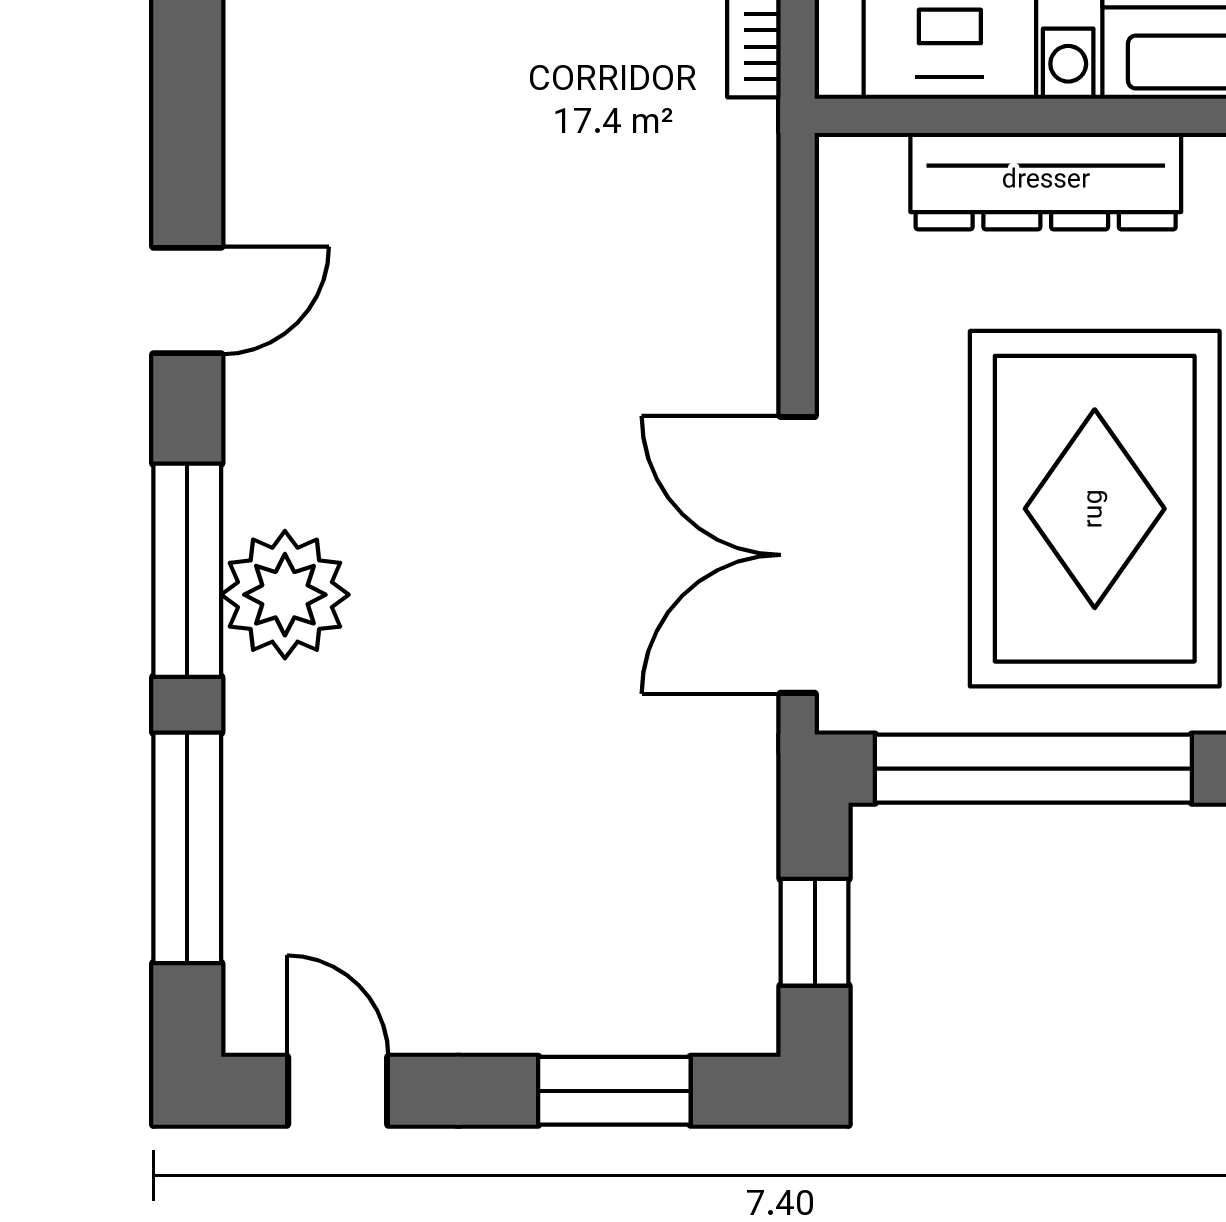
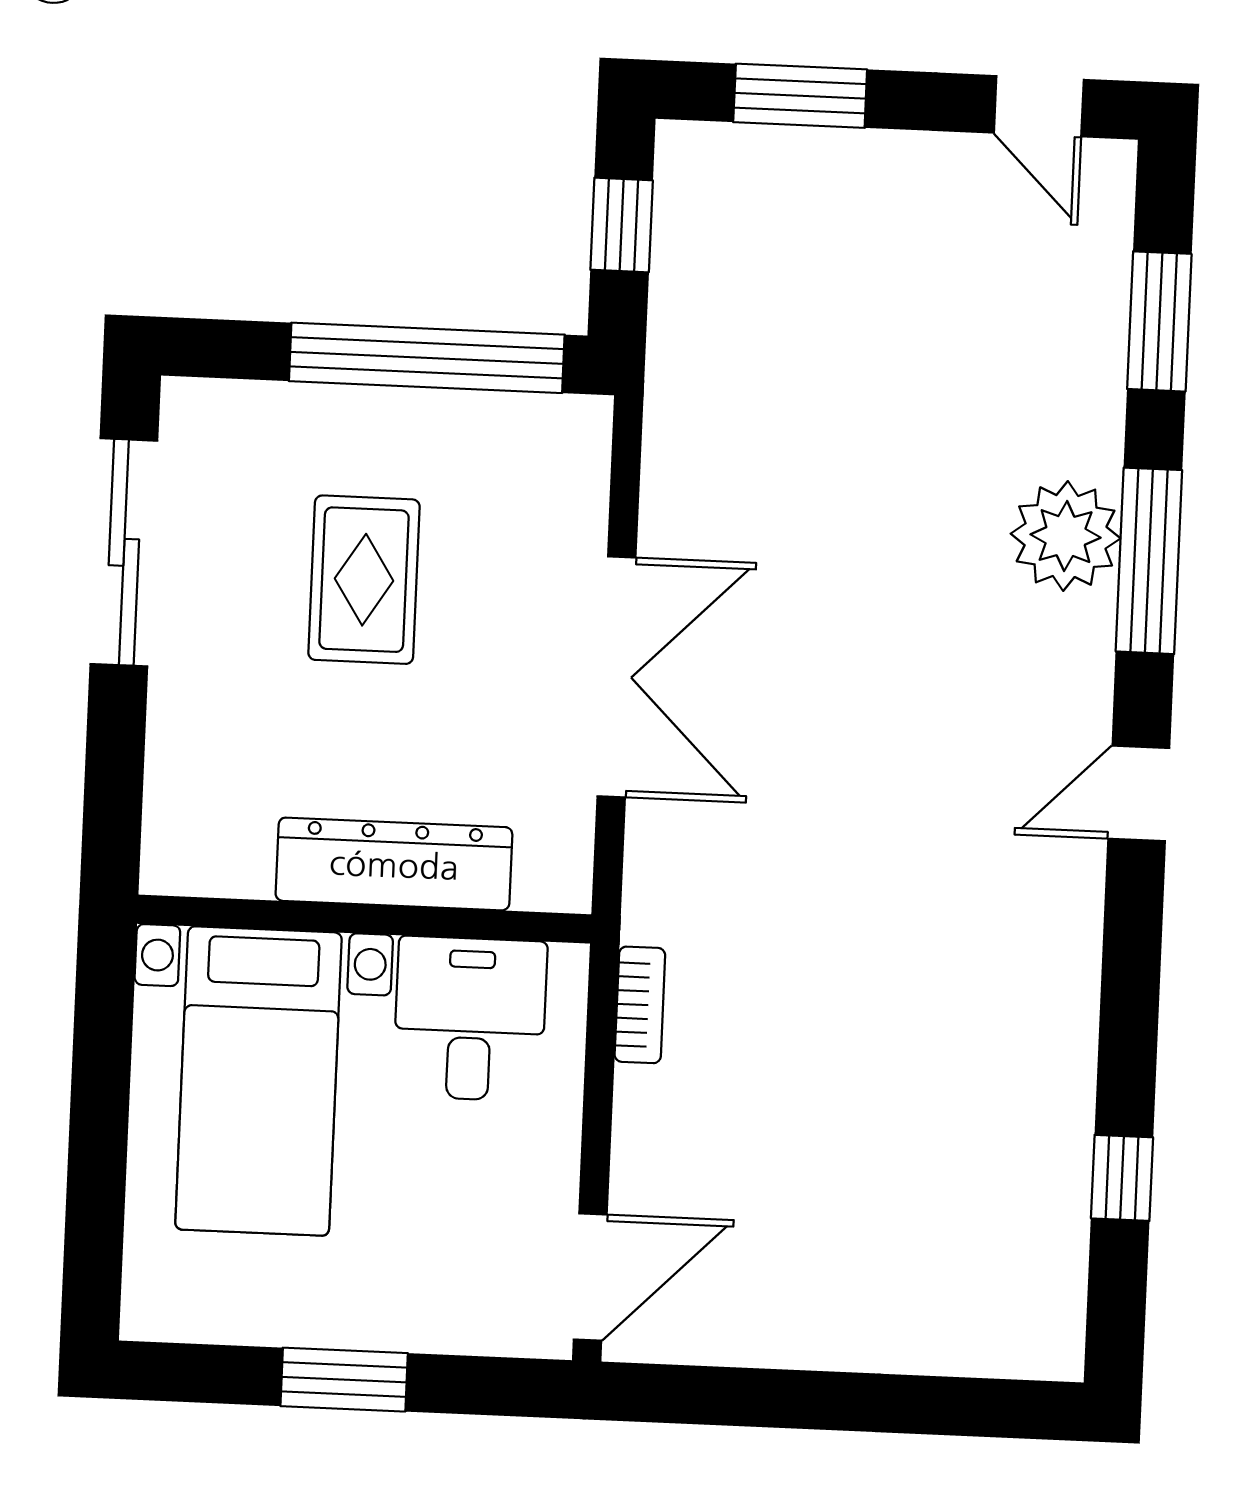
rug: (1095, 509) -> (364, 580), width x0.54, depth x0.49
double door: (798, 555) -> (616, 677), moved
window: (187, 848) -> (1159, 321), width x0.69

